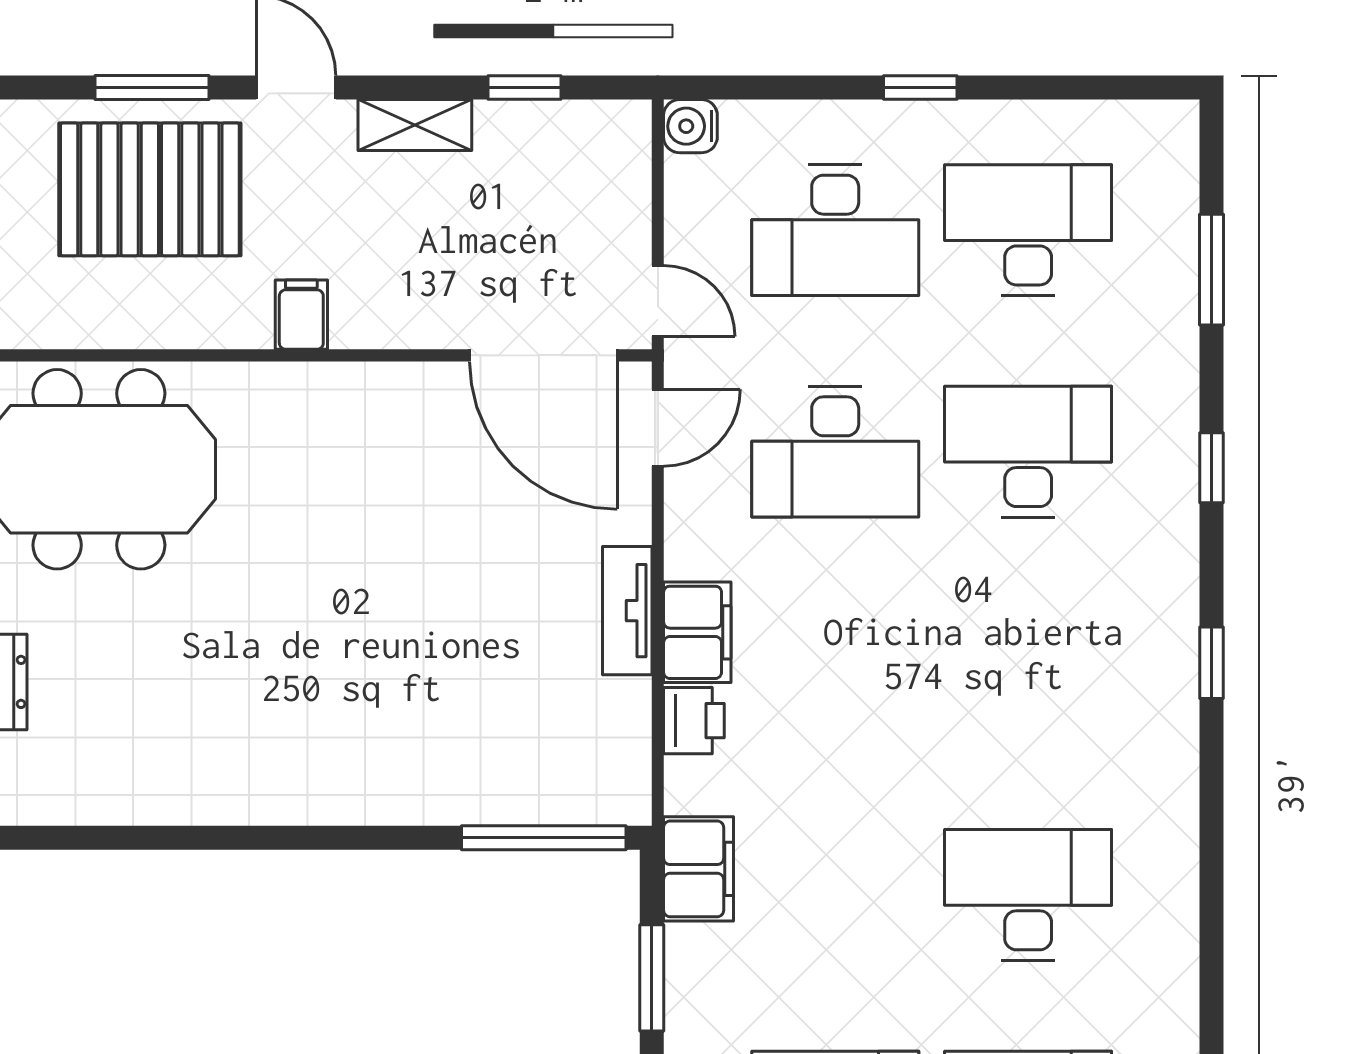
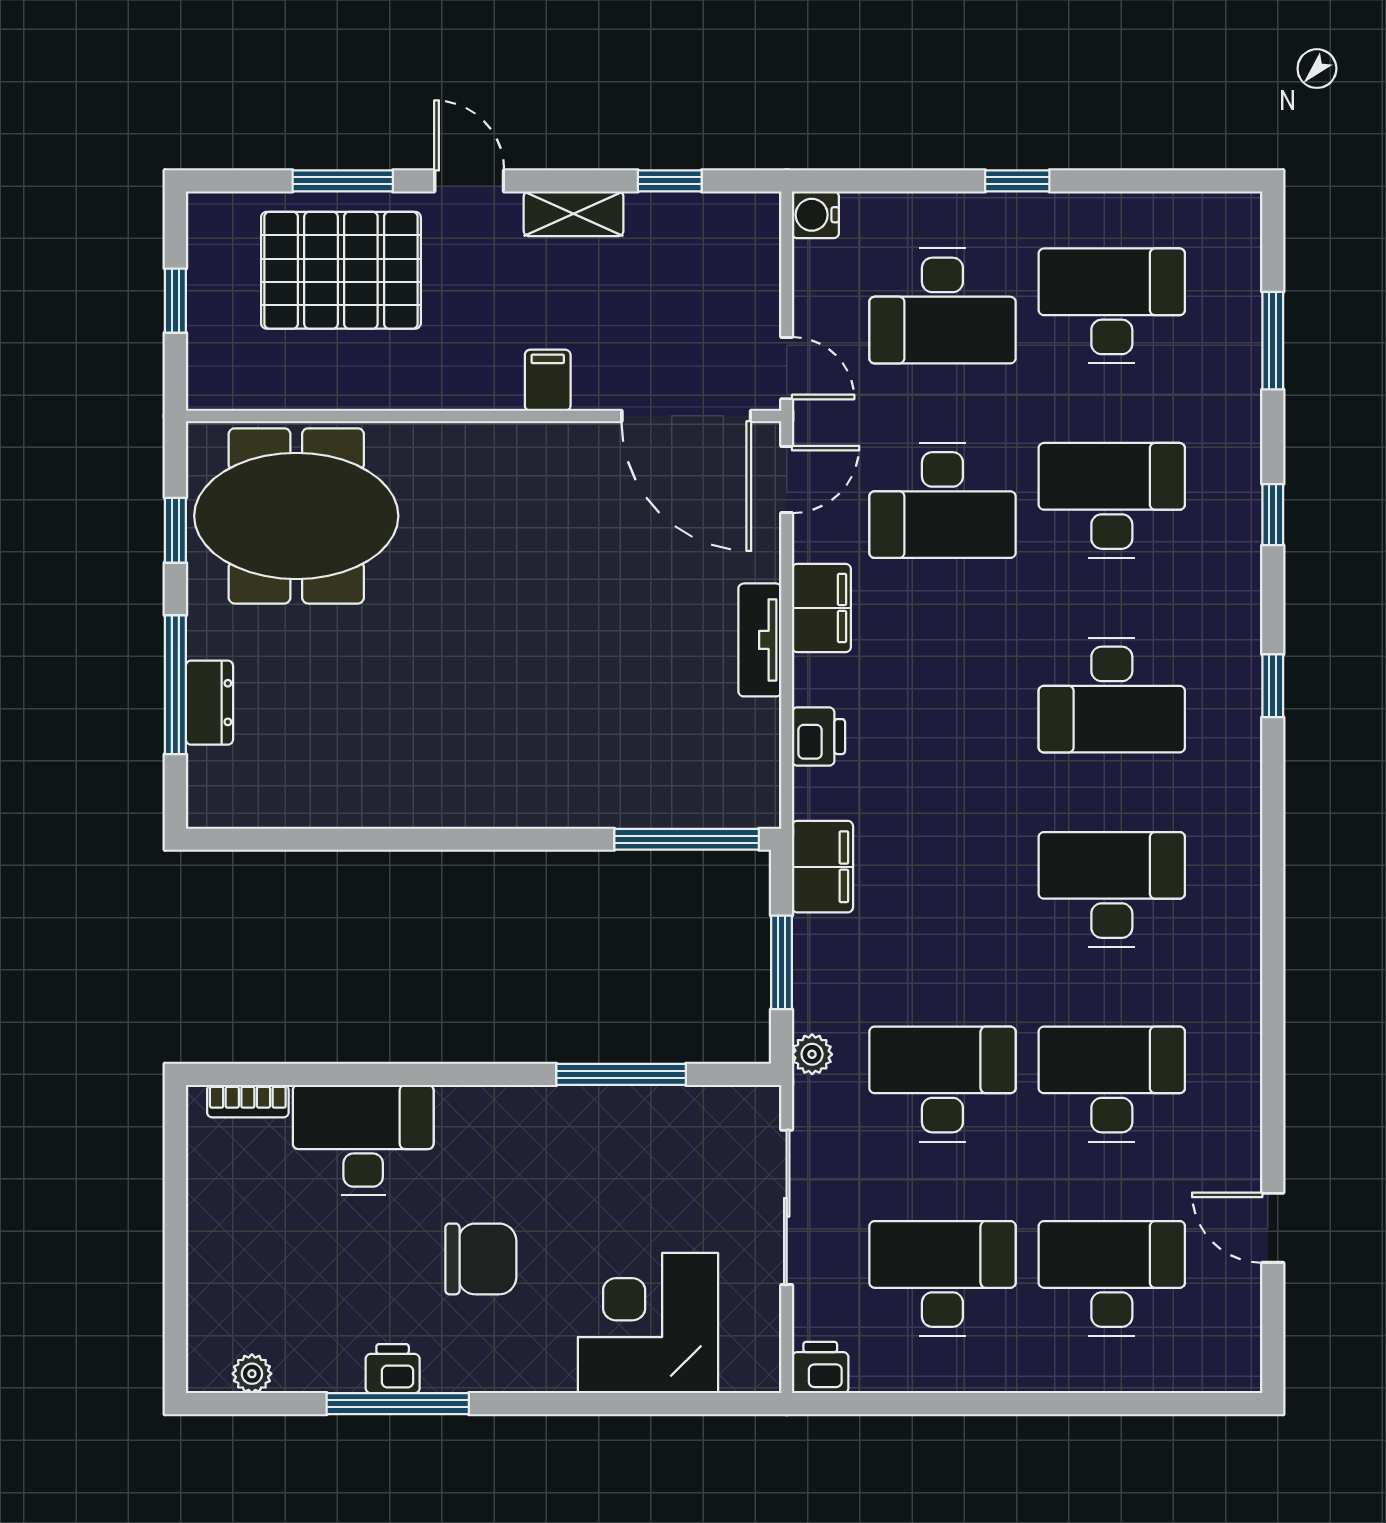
filing cabinet: (301, 315) -> (548, 380), moved
filing cabinet: (697, 632) -> (821, 608), moved
desk: (1028, 673) -> (1112, 695), added

